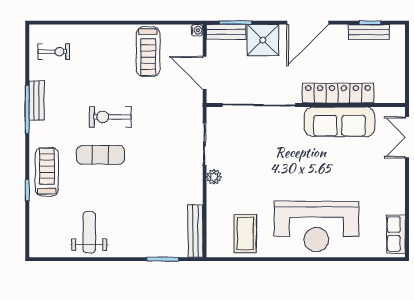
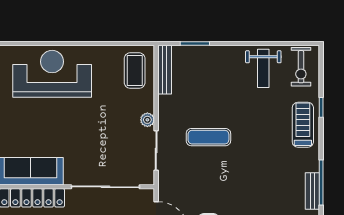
exercise bike: (110, 117) -> (301, 67), moved, turned 90
exercise mat: (100, 155) -> (208, 137), moved
treadmill: (47, 172) -> (303, 125), turned 180
coffee table: (245, 234) -> (135, 71), moved

